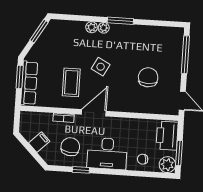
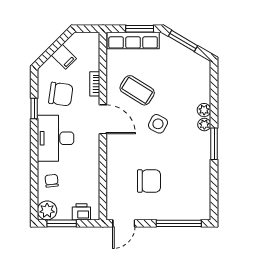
window: (39, 31) -> (183, 41), moved
coffee table: (71, 82) -> (137, 90), turned 32
printer: (167, 136) -> (81, 212), width x0.53, depth x0.68

